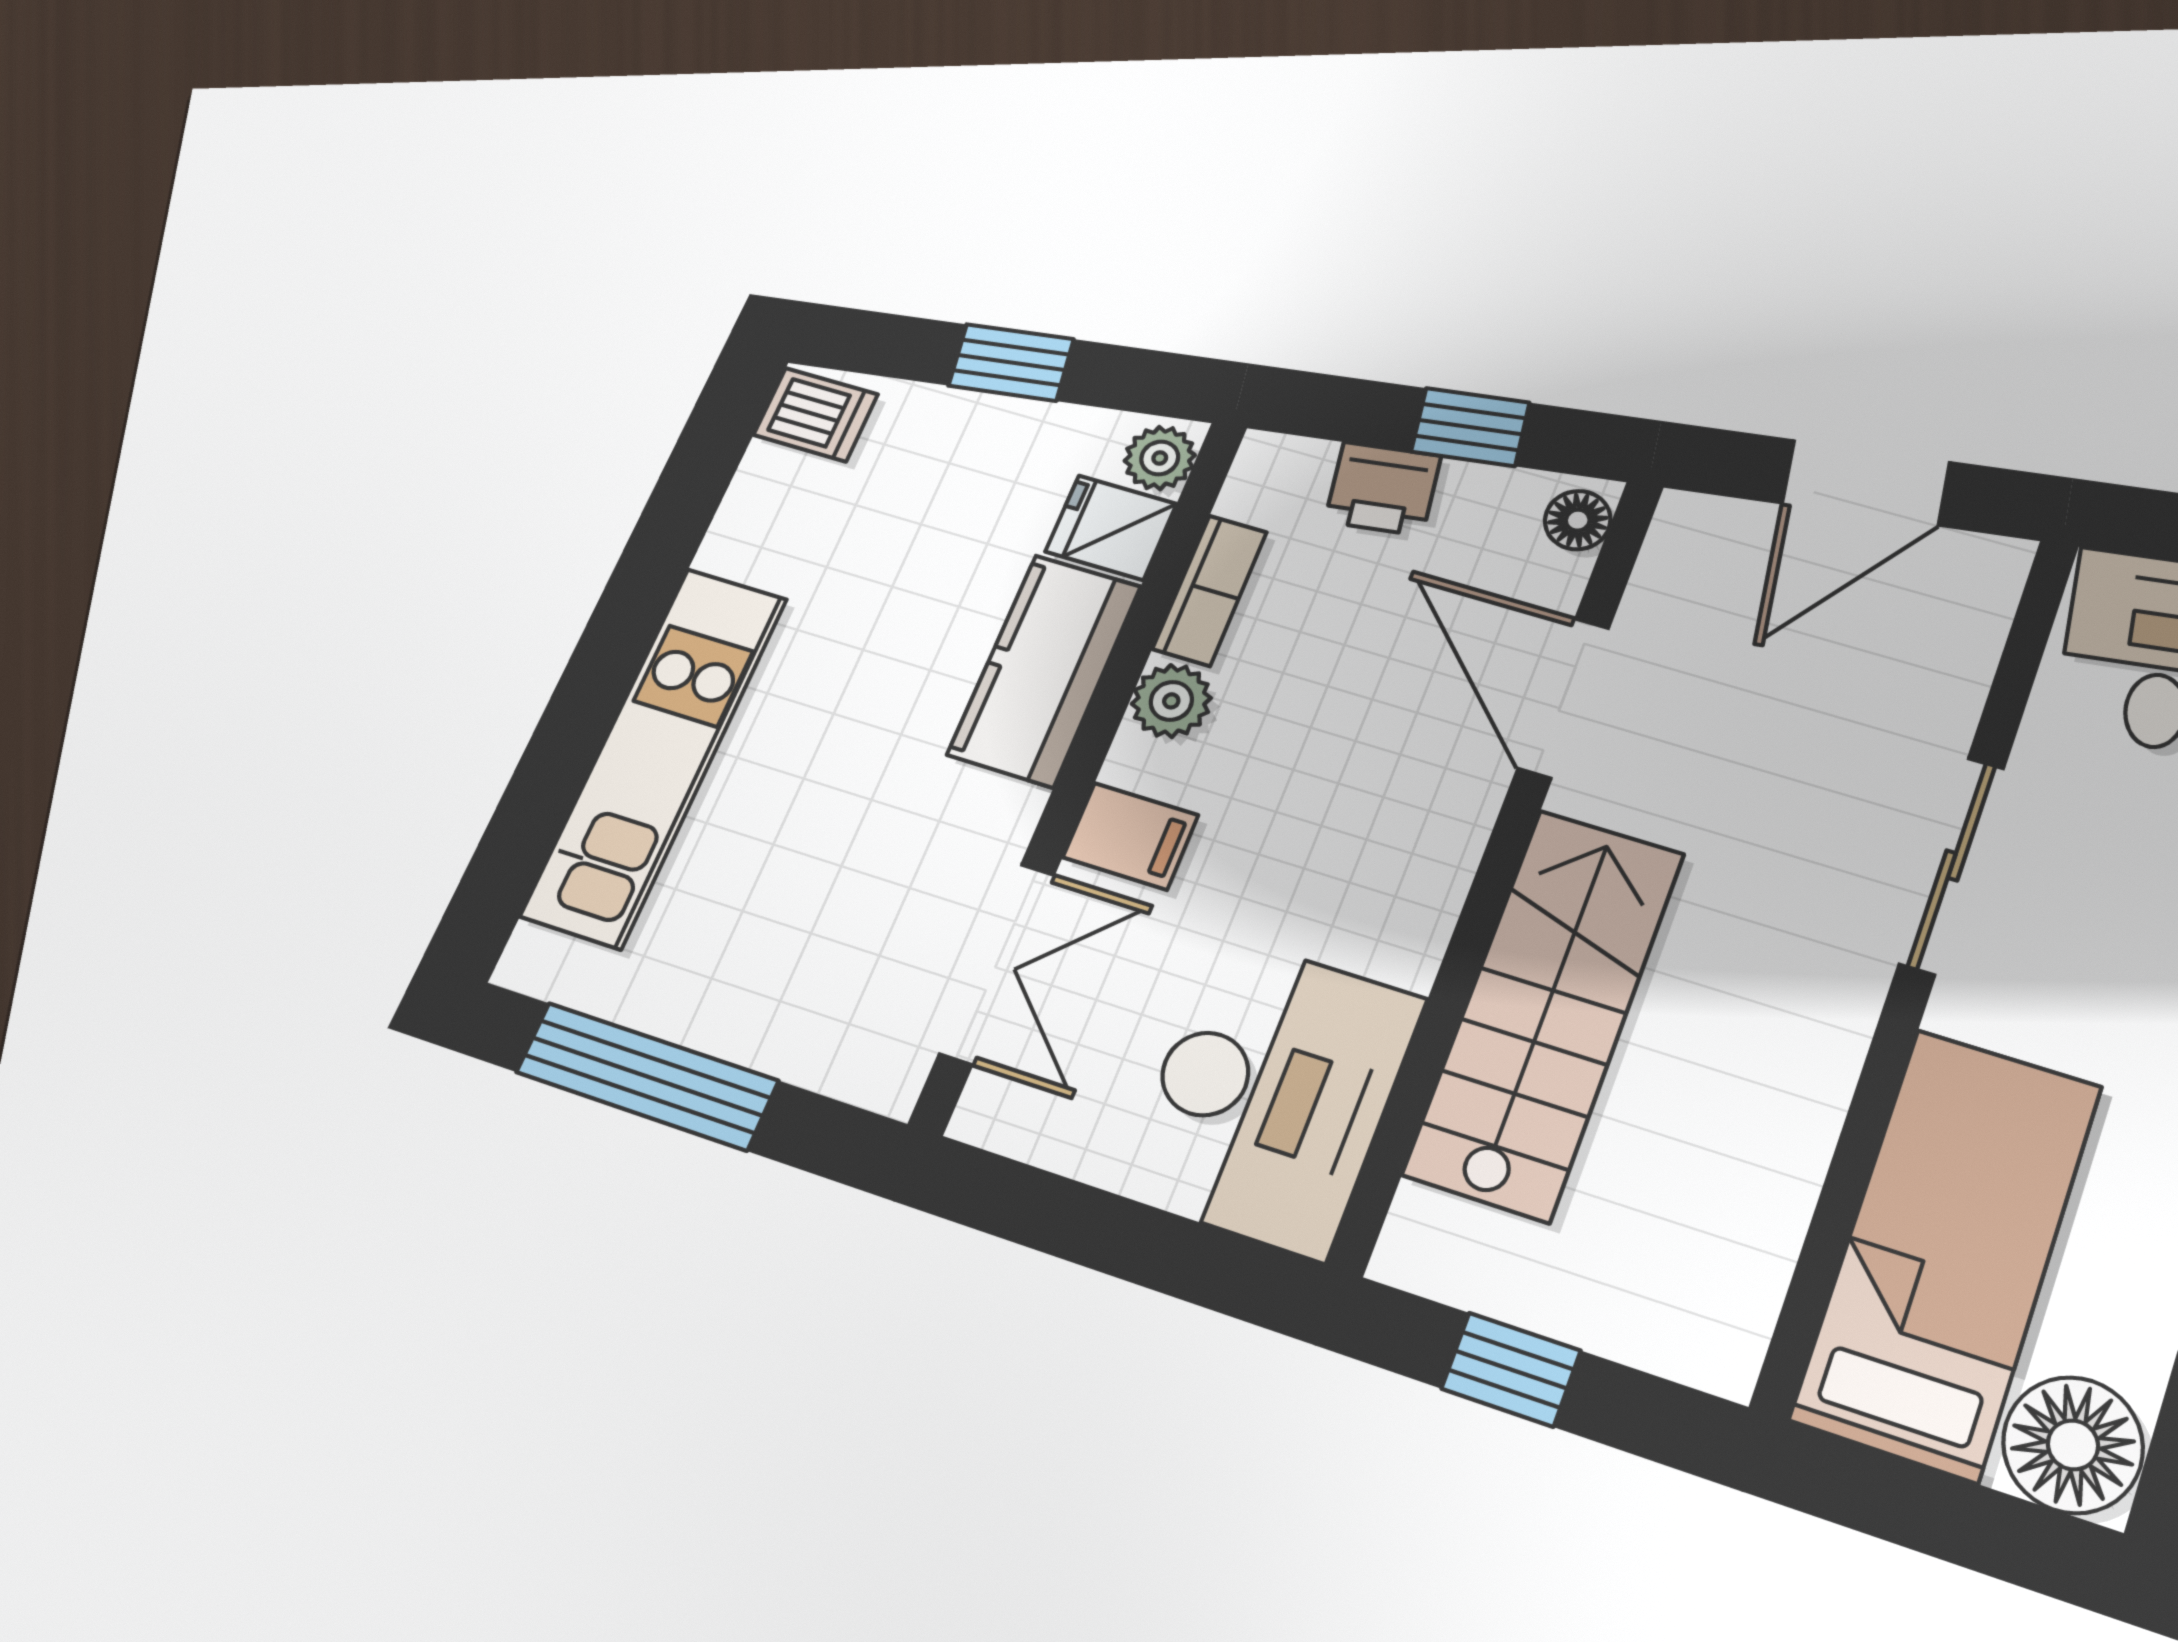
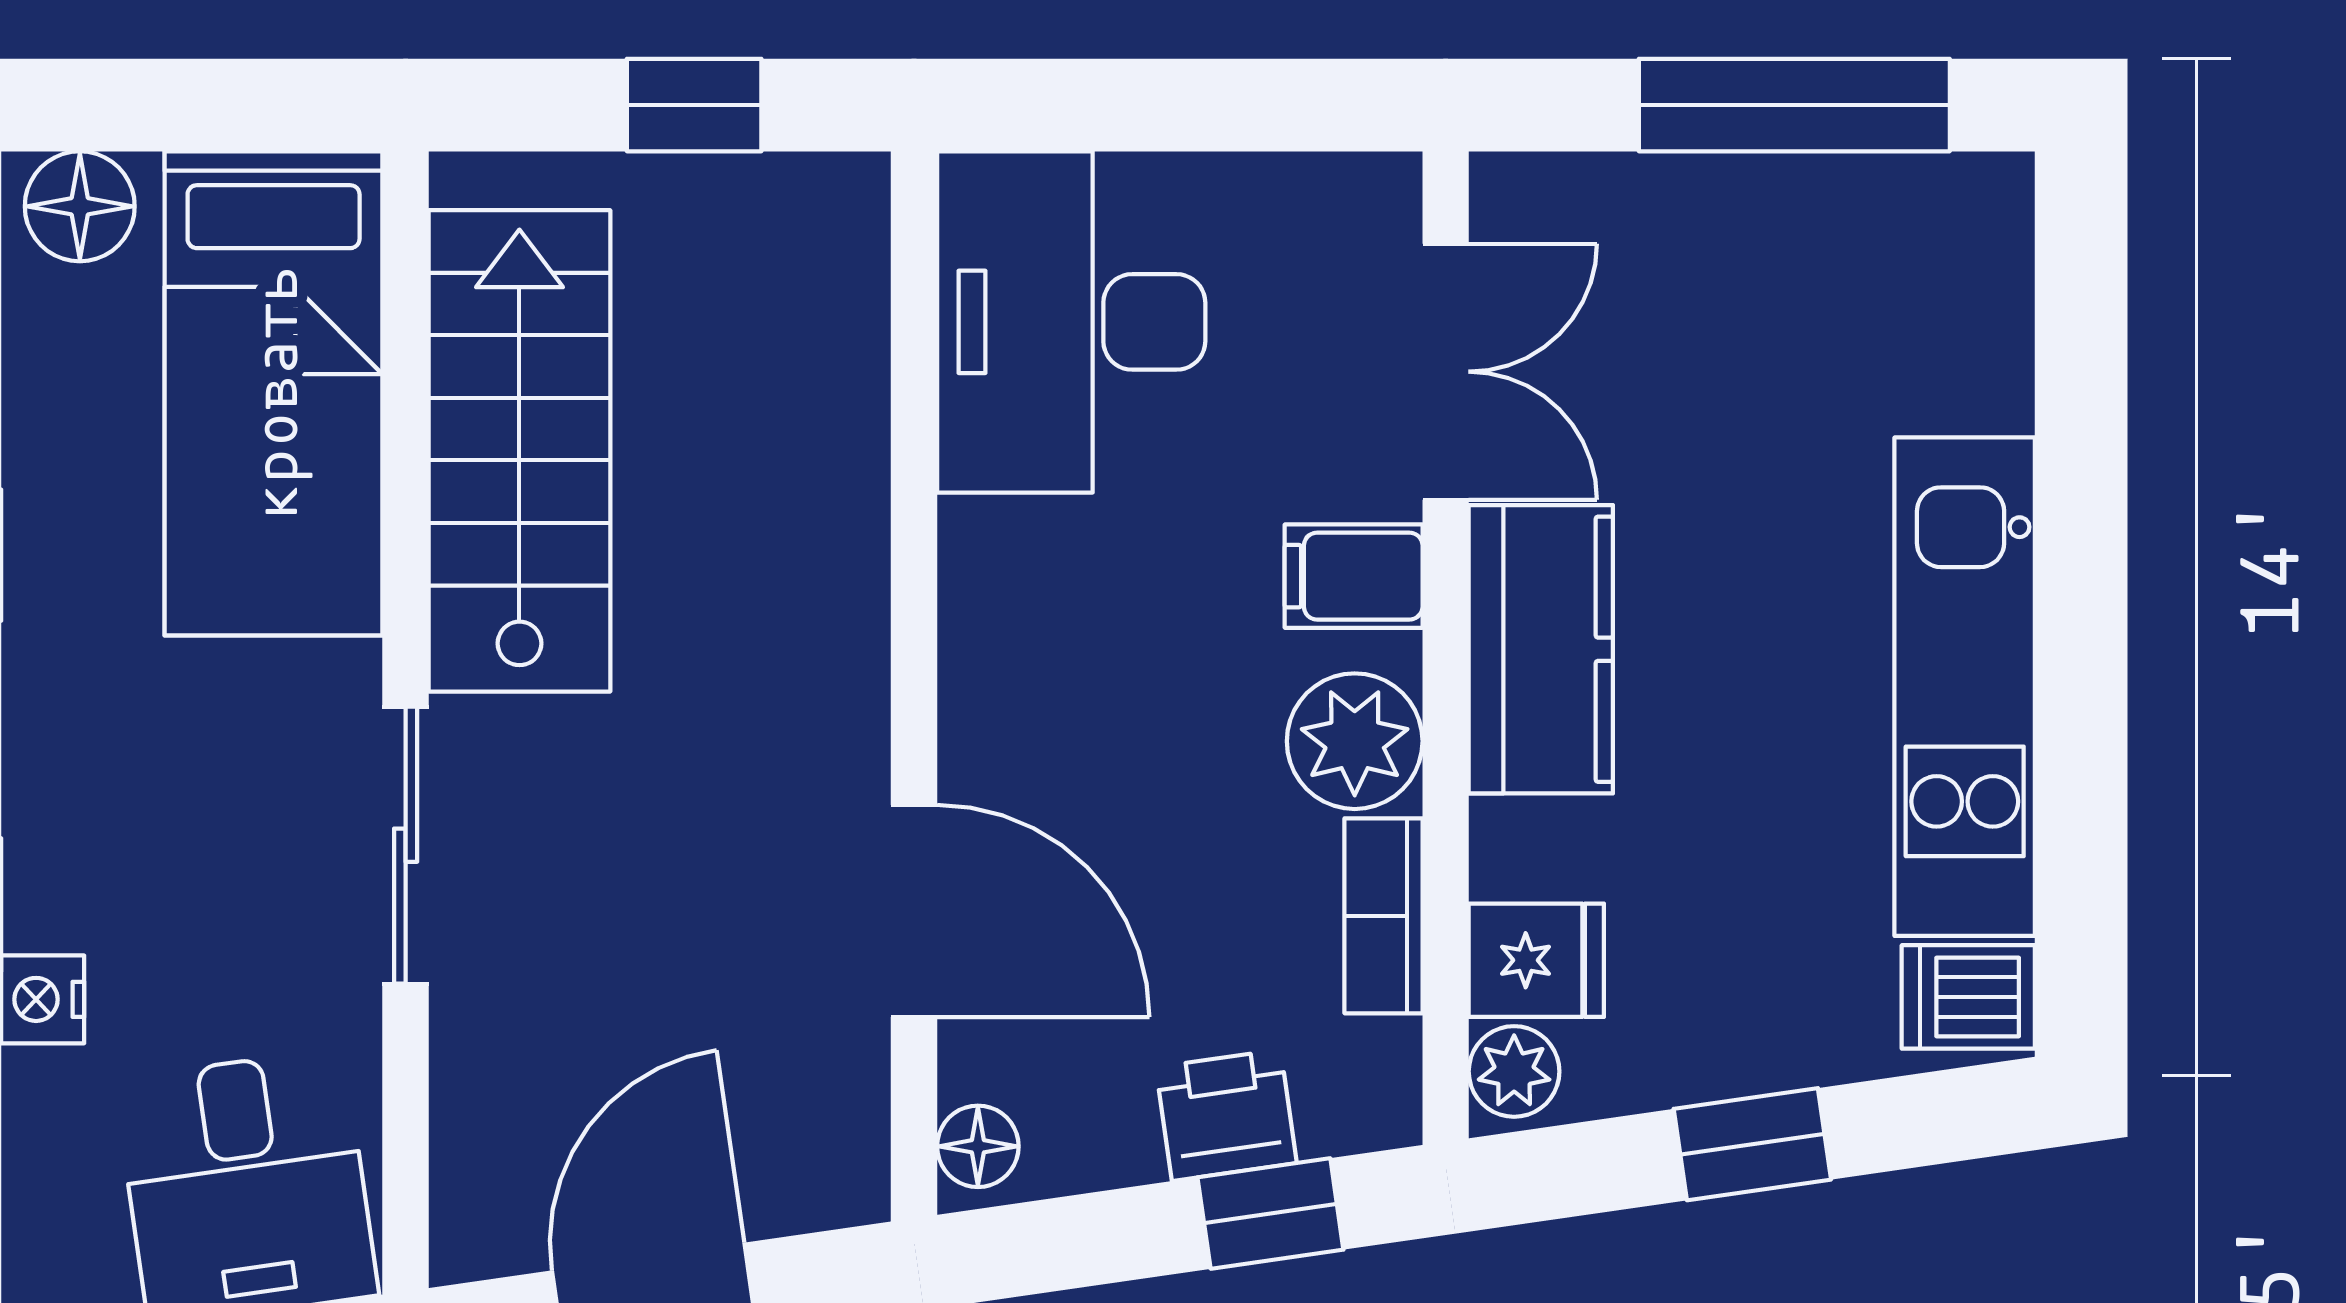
window: (1470, 427) -> (1270, 1214), moved
kitchen counter: (1044, 670) -> (1541, 649), moved
plant: (1171, 701) -> (1355, 741), width x1.38, depth x1.38
kitchen unit: (655, 756) -> (1965, 687), moved
double door: (997, 964) -> (1446, 372), swing flipped
stairs: (1545, 1012) -> (519, 451), moved, turned 180
floor lamp: (2073, 1445) -> (80, 206), width x0.73, depth x0.73

